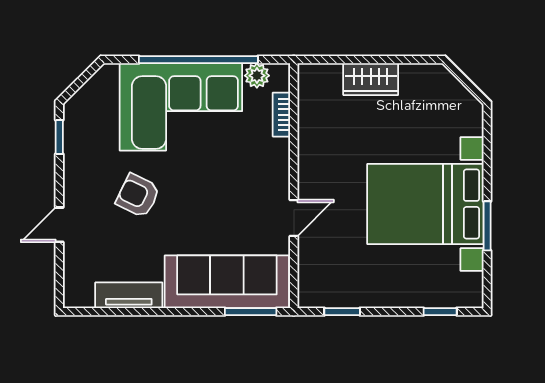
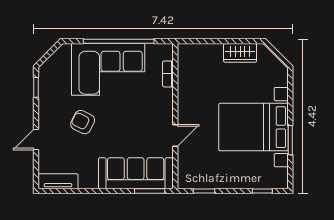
plant: (257, 76) -> (153, 51), removed
wardrobe: (371, 79) -> (240, 53), moved
tv unit: (129, 295) -> (58, 181), moved

